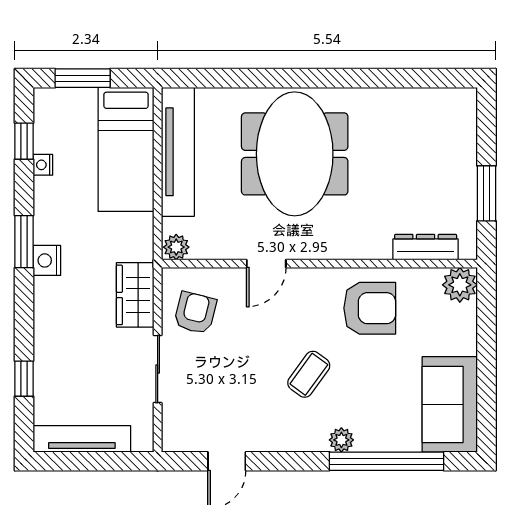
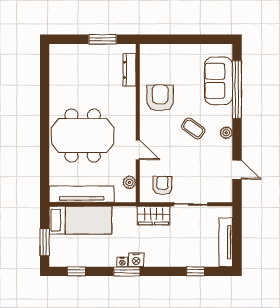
nightstand: (43, 165) -> (122, 262), moved
plant: (176, 247) -> (129, 182), moved
plant: (460, 285) -> (148, 53), removed
armchair: (195, 313) -> (162, 185), turned 76
sofa: (450, 404) -> (219, 81), moved, turned 90
plant: (341, 440) -> (226, 133), moved

